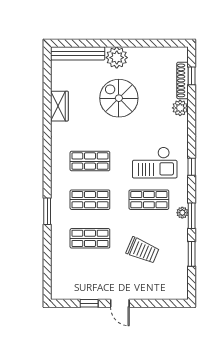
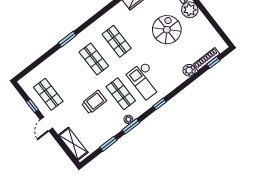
shop shelf: (90, 238) -> (48, 94), moved
trolley: (143, 250) -> (94, 102), moved, turned -113
shelving: (163, 291) -> (73, 144), added

